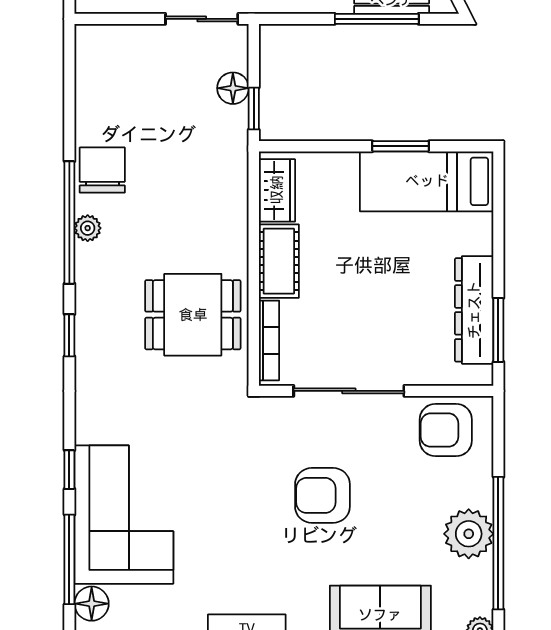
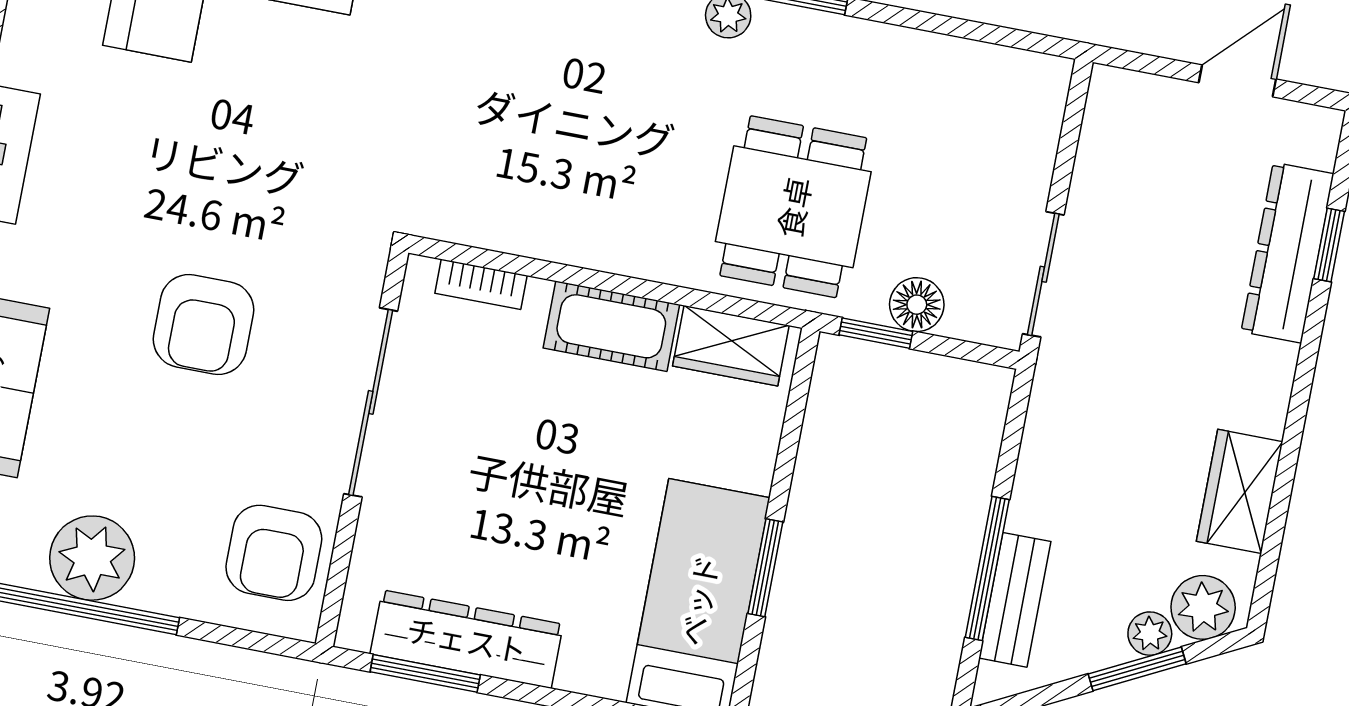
chair: (102, 170) -> (821, 59), removed
dining table: (193, 315) -> (793, 207), moved
bookcase: (269, 340) -> (481, 284), width x0.64
armchair: (446, 430) -> (274, 553), turned 180
armchair: (322, 495) -> (204, 324), turned 180

